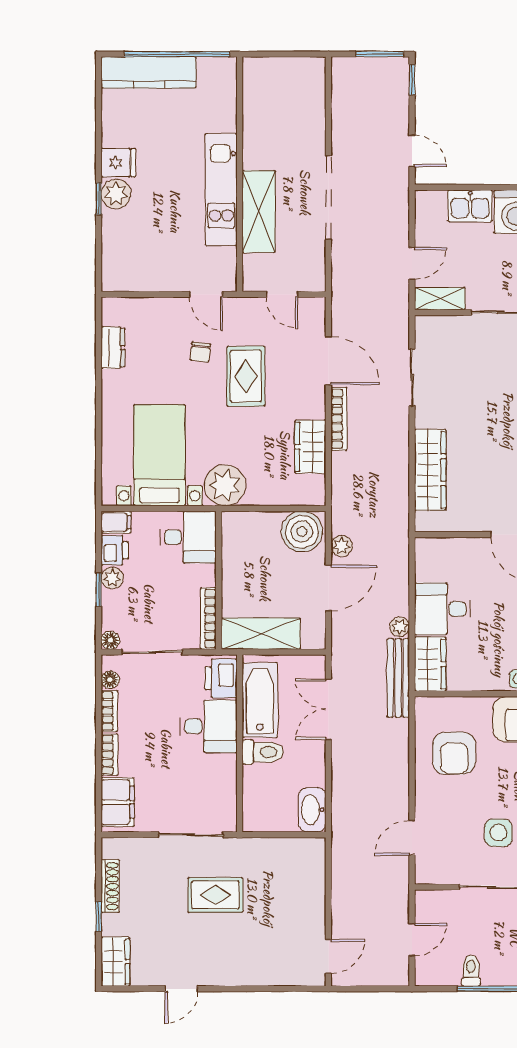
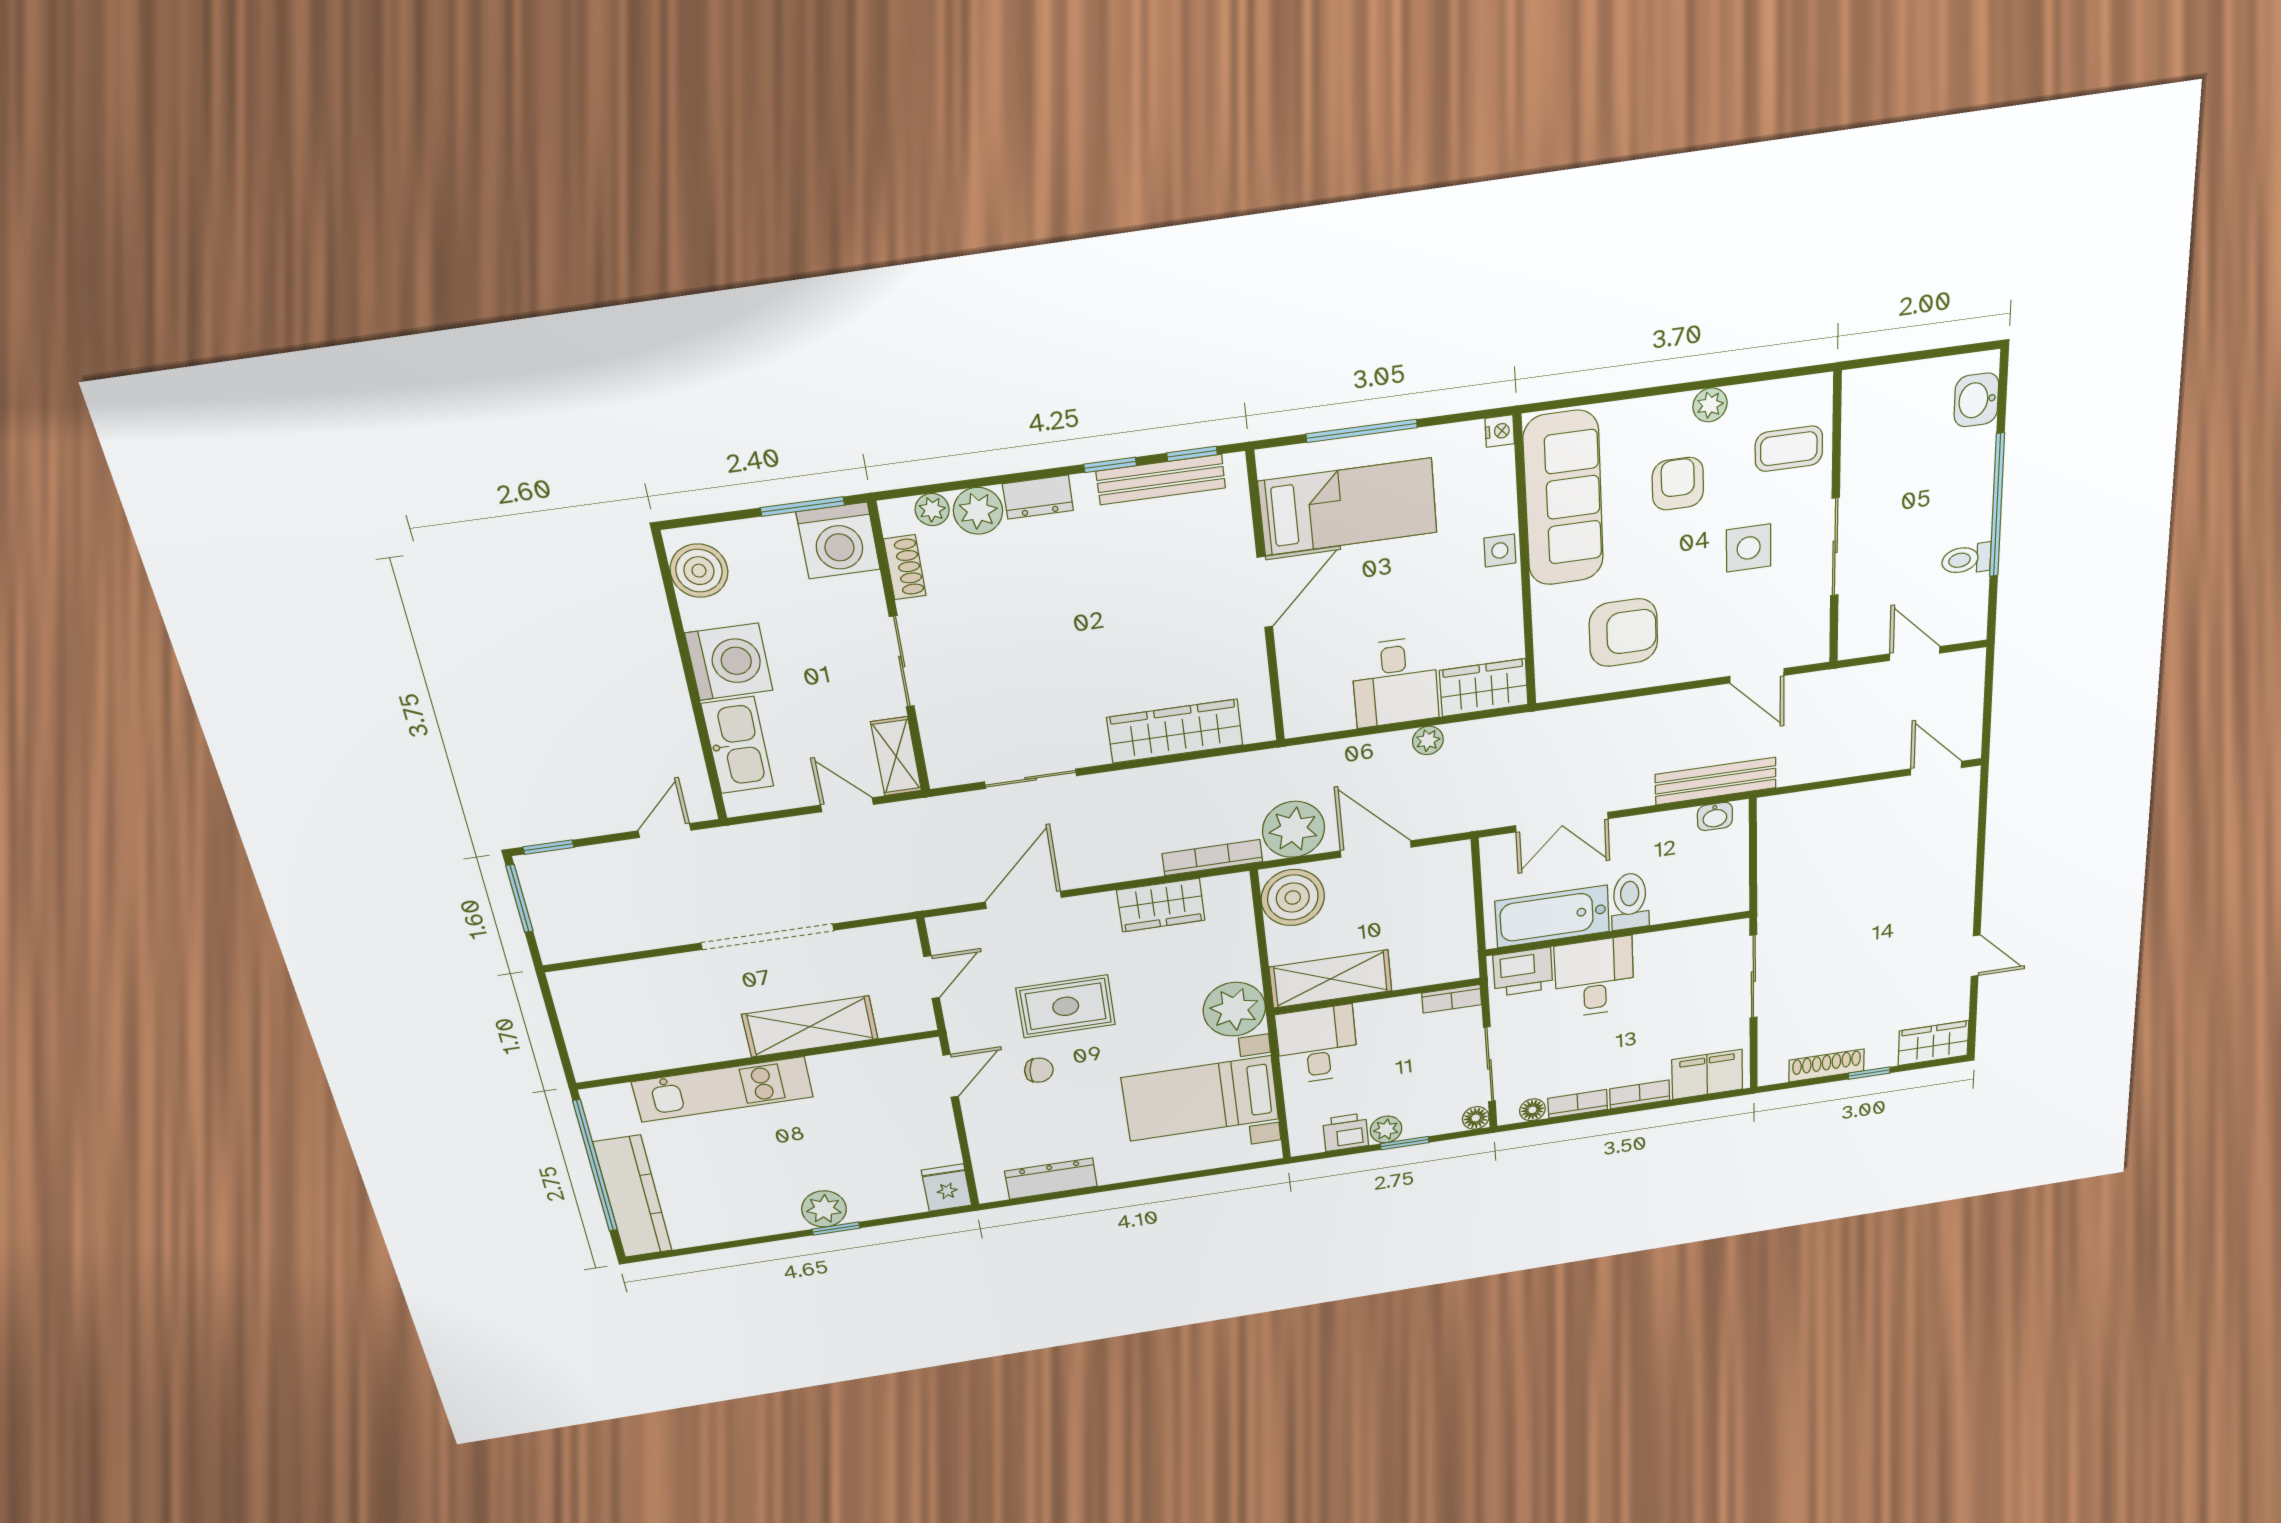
fridge: (118, 163) -> (946, 1188), moved
kitchen unit: (221, 190) -> (723, 1089), moved
kitchen sink: (470, 206) -> (737, 745), width x1.38
dresser: (113, 348) -> (1051, 1179), width x1.44
bookcase: (339, 419) -> (1212, 858), moved
filing cabinet: (116, 522) -> (1305, 1137), removed
plant: (342, 546) -> (1294, 829), width x1.88, depth x1.88
bookcase: (208, 619) -> (1452, 999), width x0.64
shelving: (261, 634) -> (1331, 979), moved, turned 90
bench: (398, 678) -> (1716, 781), moved
washbasin: (312, 810) -> (1715, 816), width x0.52, depth x0.69
rug: (215, 895) -> (1841, 932), removed

